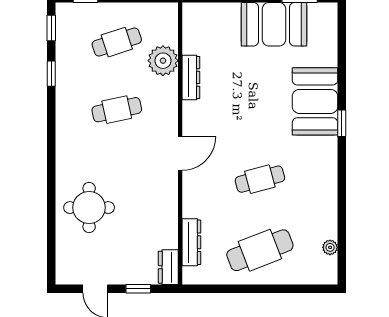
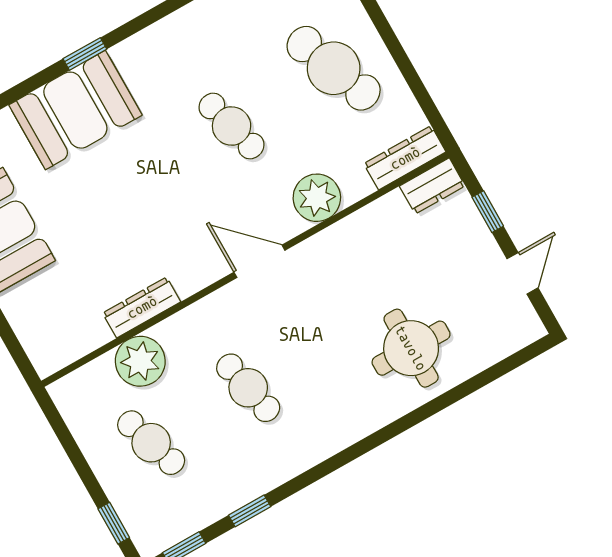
plant: (197, 203) -> (317, 198), added
dresser: (191, 242) -> (405, 158), moved

